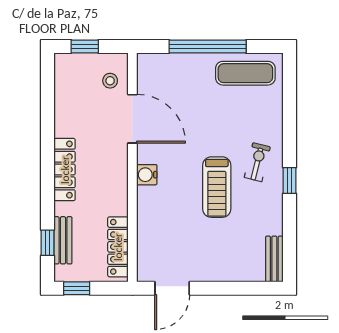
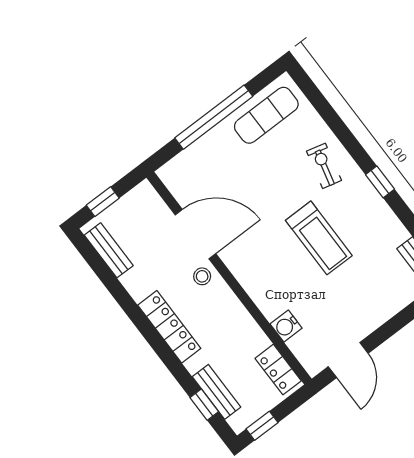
stool: (110, 81) -> (202, 276), moved
bench: (63, 84) -> (109, 250), added
exercise bike: (257, 162) -> (324, 166), moved
water cooler: (147, 175) -> (286, 326), moved
locker: (118, 247) -> (278, 370), width x0.66

